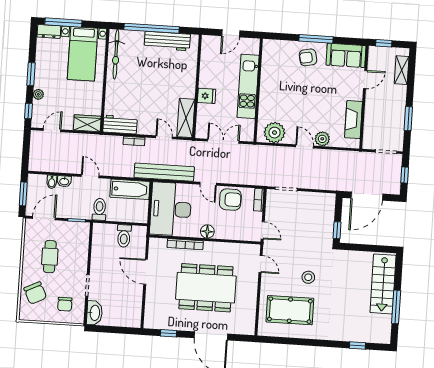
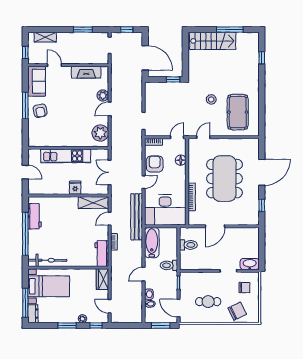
workbench: (167, 41) -> (35, 216), width x0.73
floor lamp: (207, 231) -> (181, 160), moved

